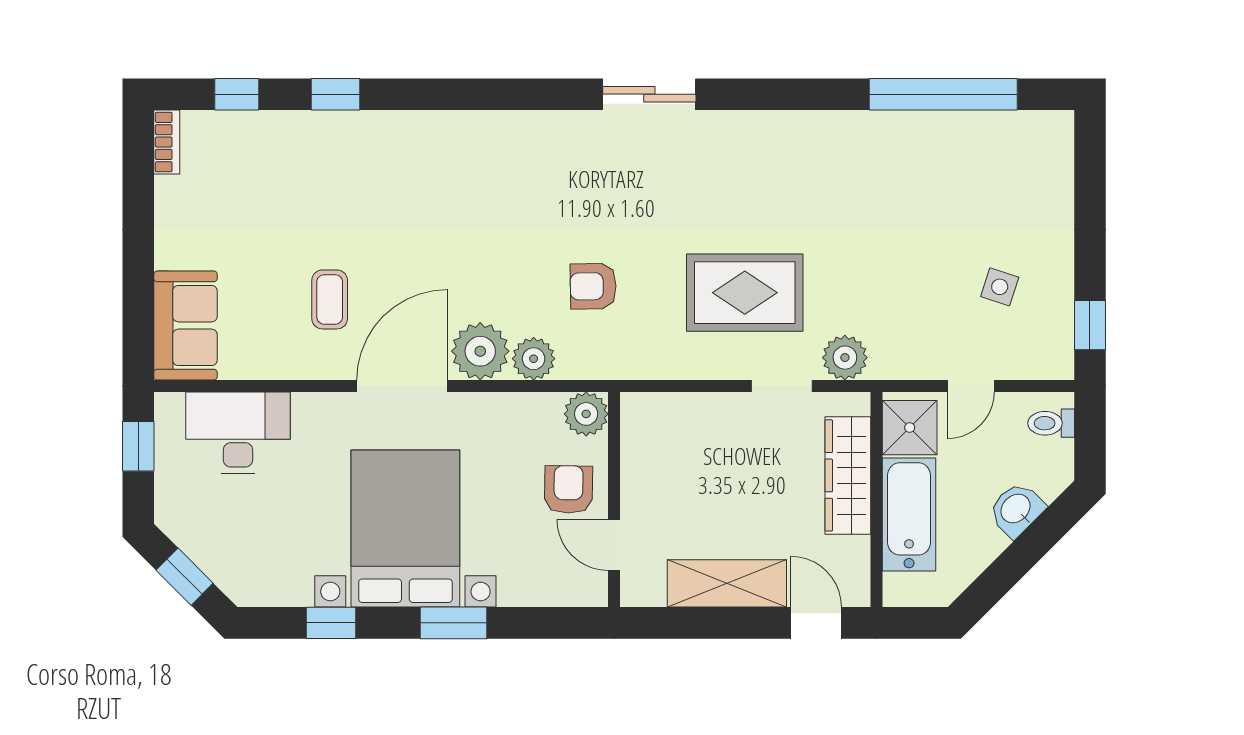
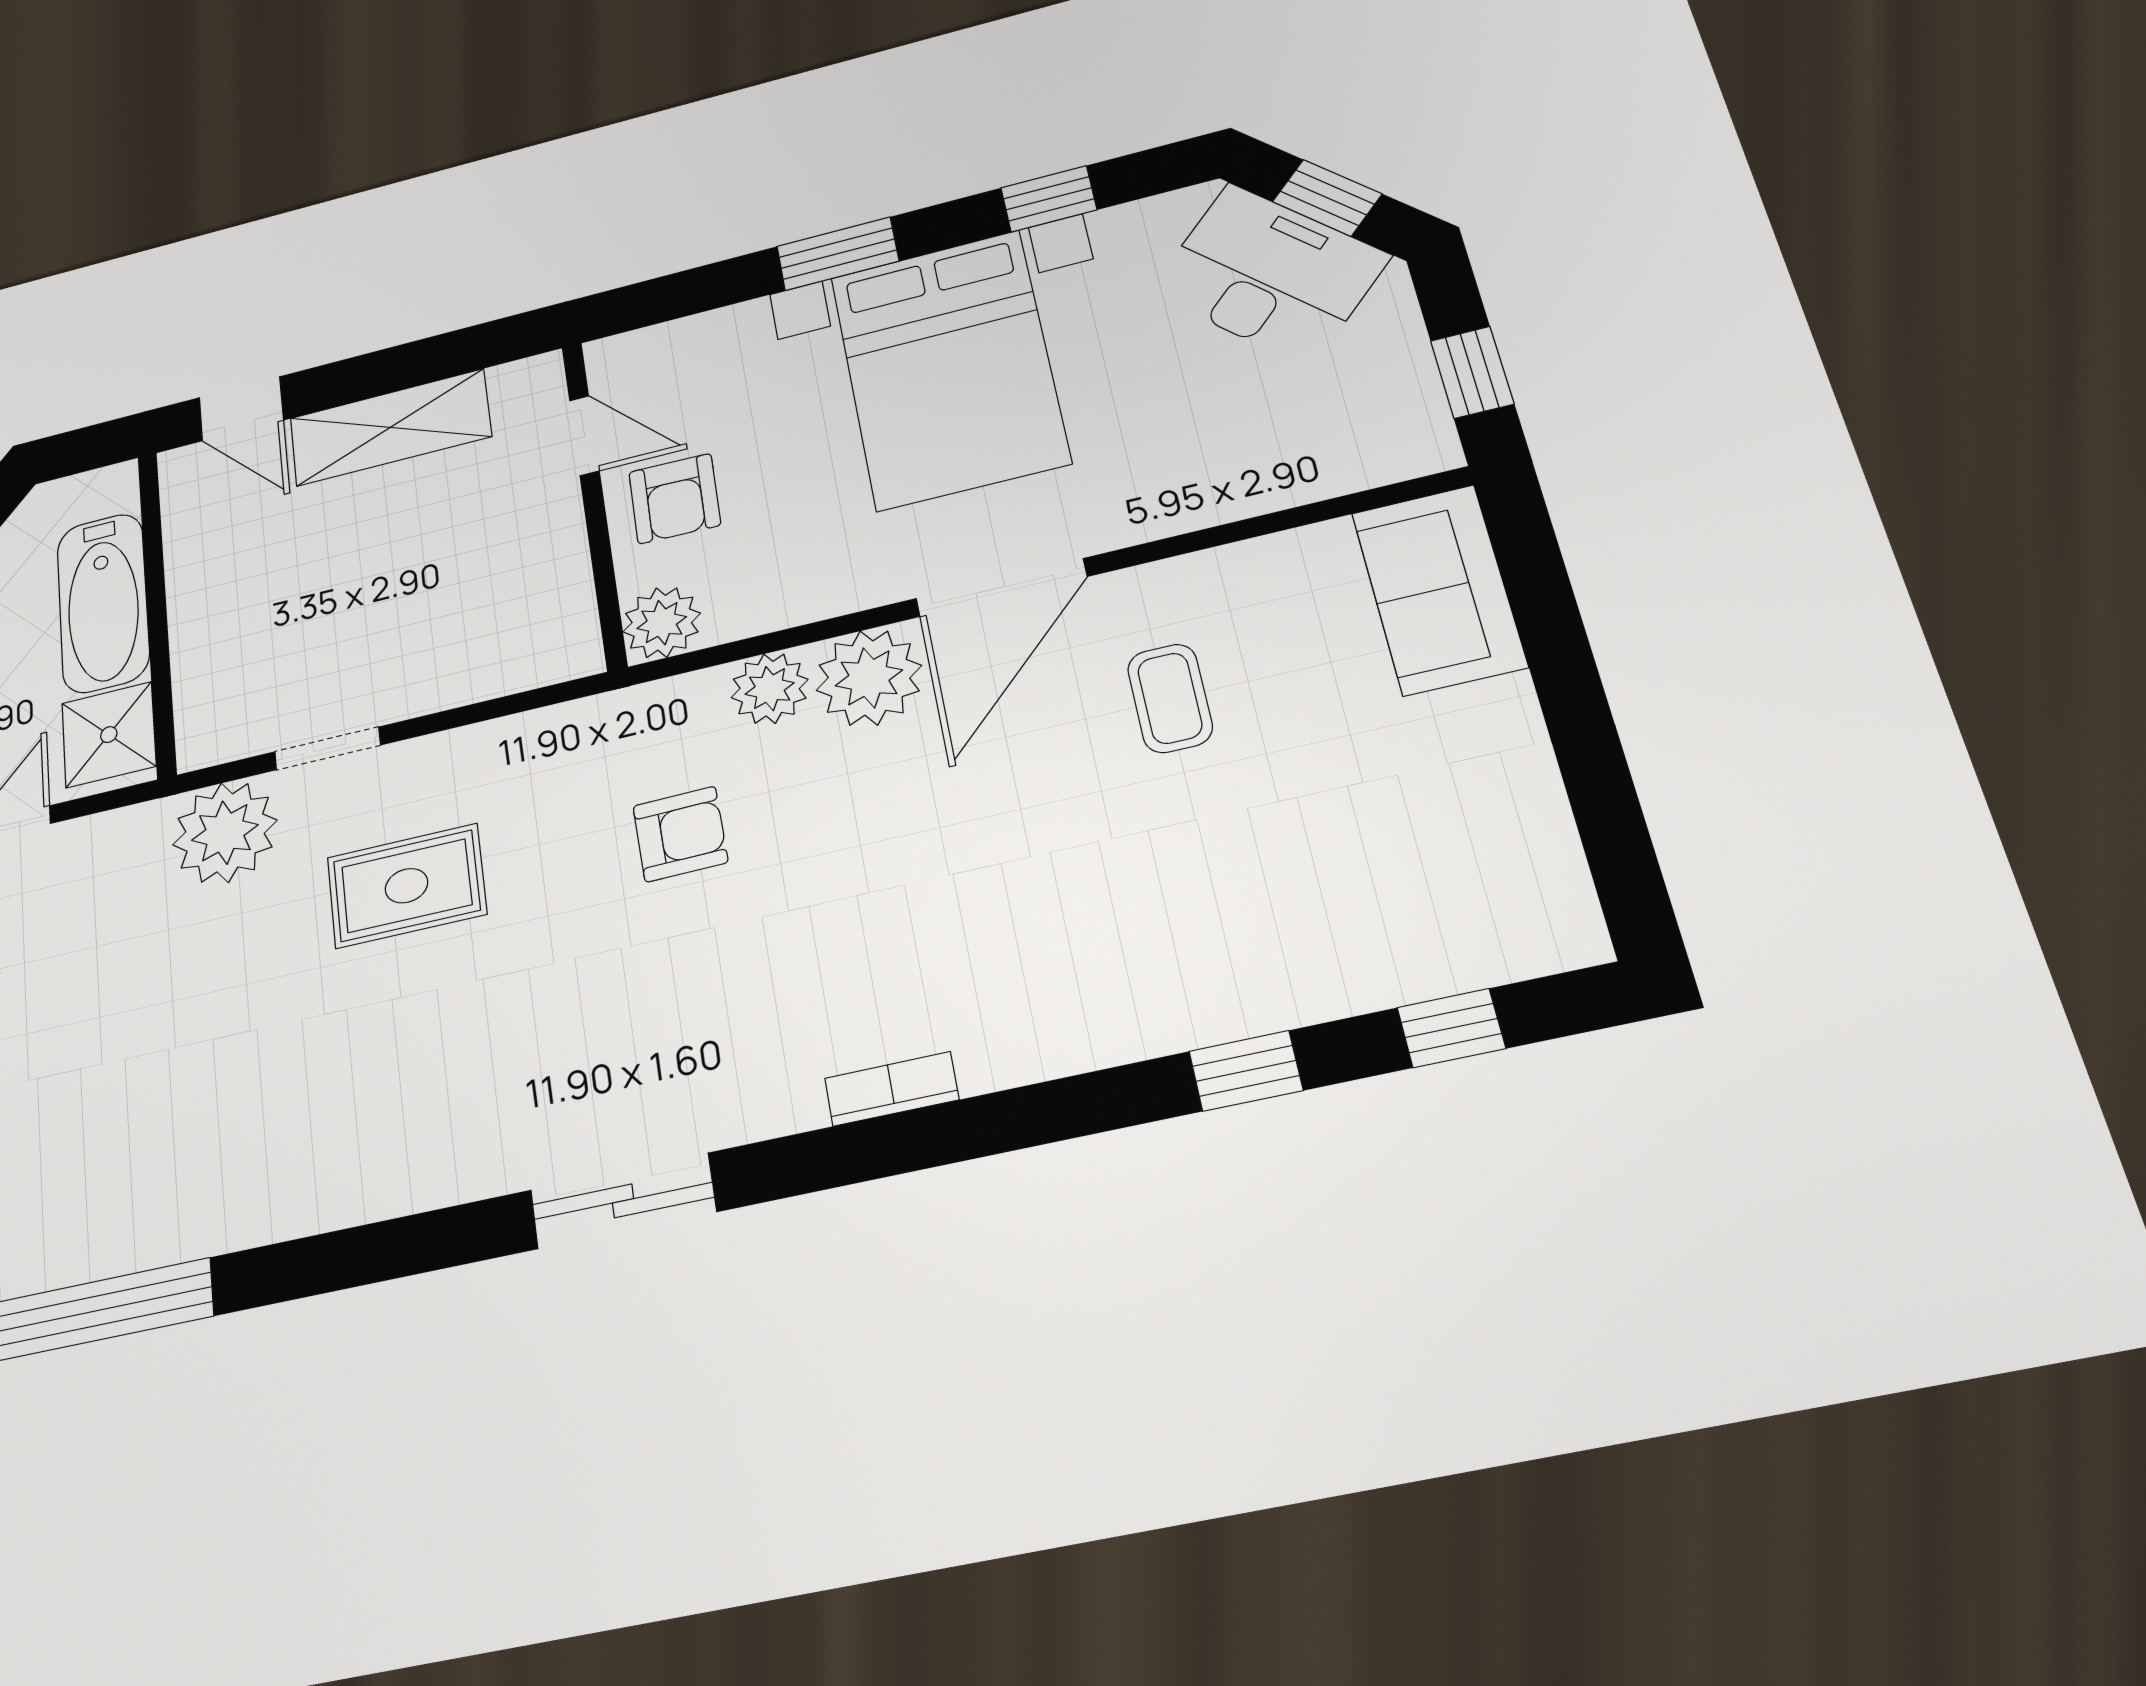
bookcase: (167, 142) -> (892, 1089), moved, turned 90
rug: (745, 293) -> (407, 886), width x0.73, depth x0.70
plant: (845, 358) -> (225, 833), width x1.36, depth x1.36
desk: (238, 433) -> (1269, 274), moved, turned -135
wardrobe: (848, 475) -> (206, 636), removed

